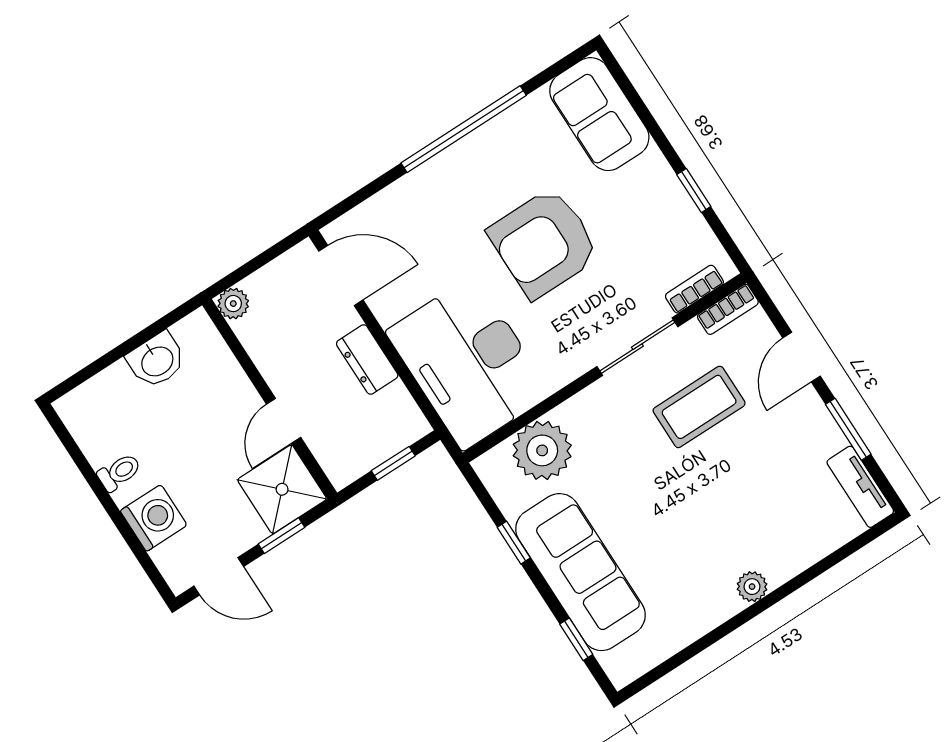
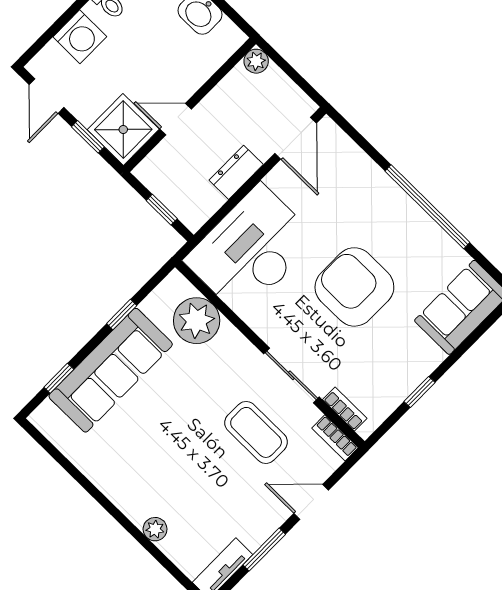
plant: (752, 587) -> (155, 529), moved

